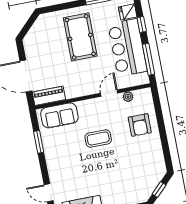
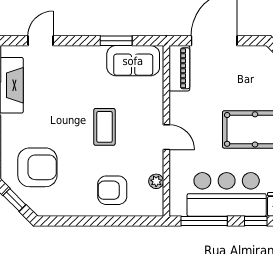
door: (109, 93) -> (166, 137), moved
sofa: (59, 115) -> (133, 61), moved, turned -90
armchair: (134, 178) -> (37, 167), added

